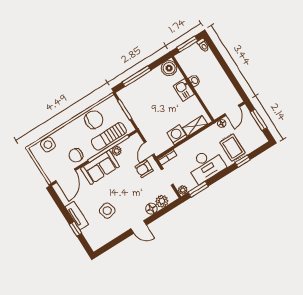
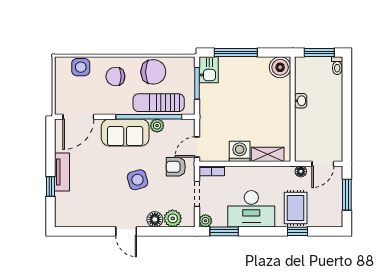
kitchen sink: (184, 90) -> (209, 70), moved, turned 180
chair: (76, 155) -> (115, 76), moved
side table: (107, 211) -> (137, 180), moved

